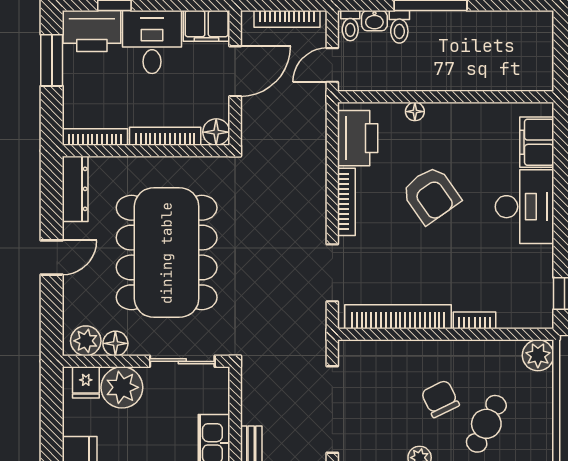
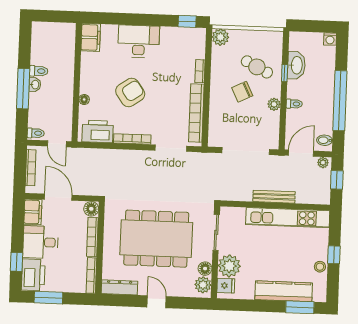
washbasin: (374, 21) -> (35, 85), moved
toilet: (399, 27) -> (39, 71), moved
filing cabinet: (537, 142) -> (91, 37), moved, turned -90

